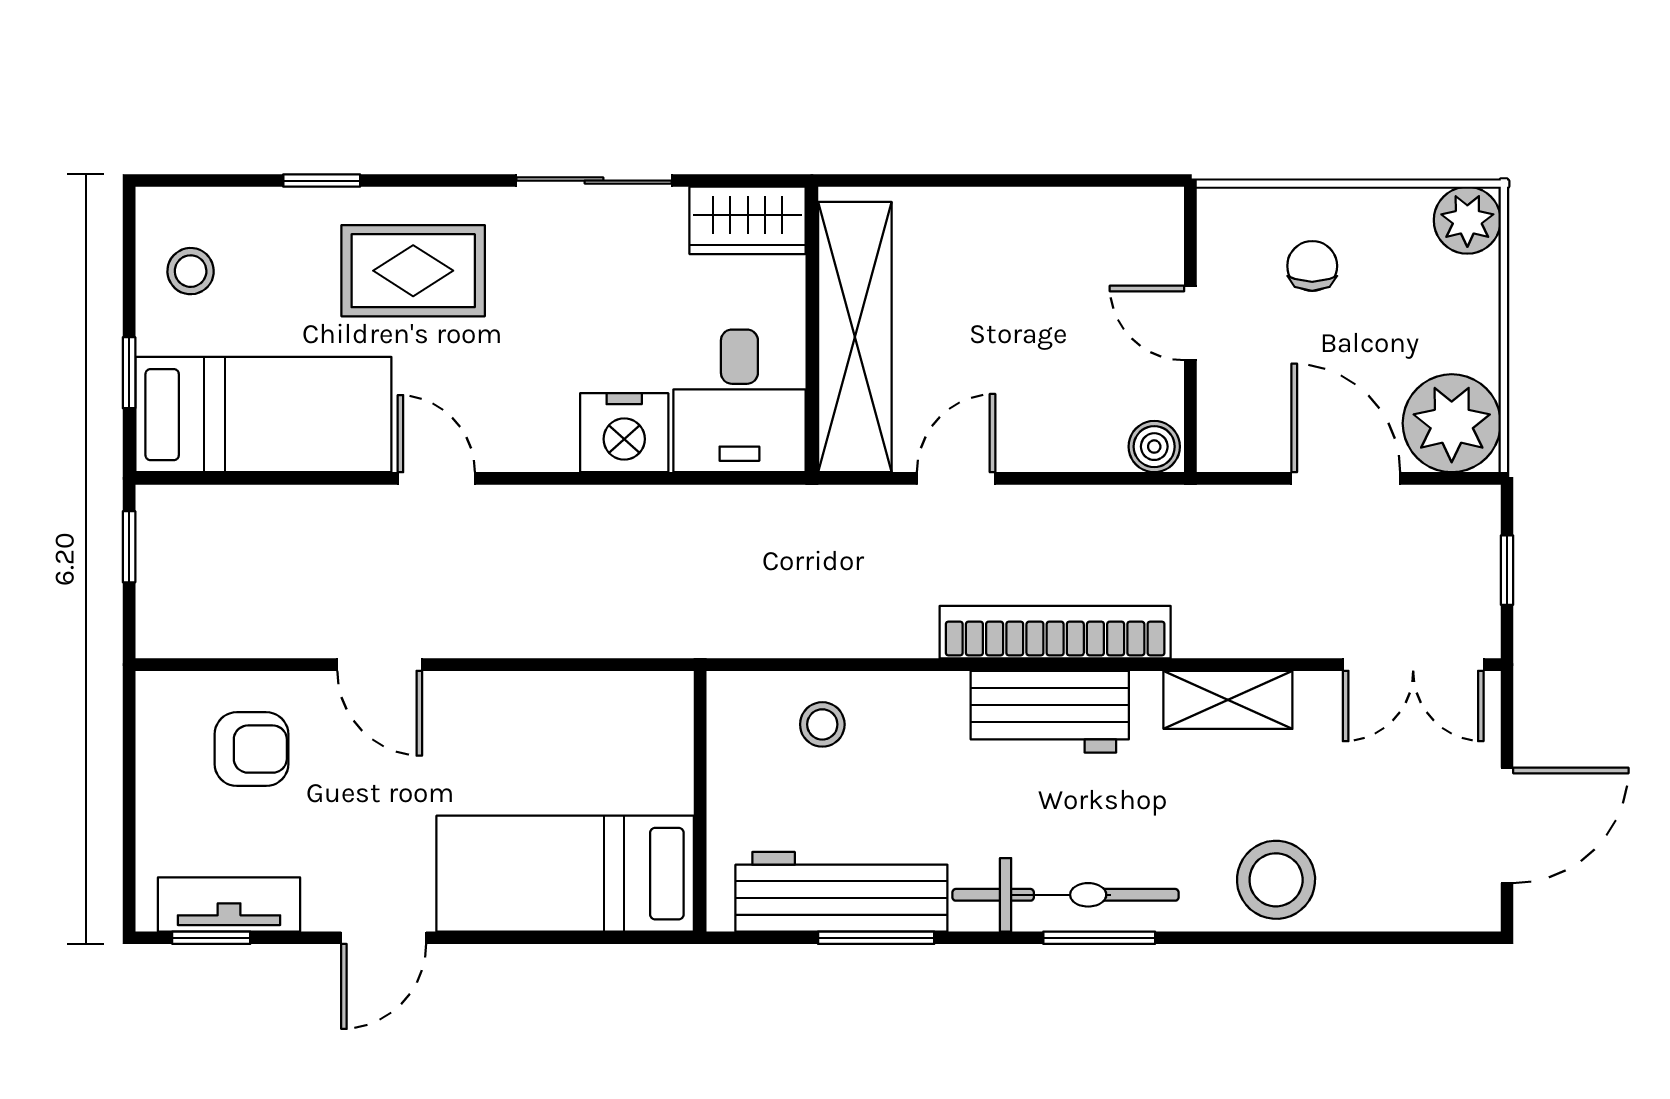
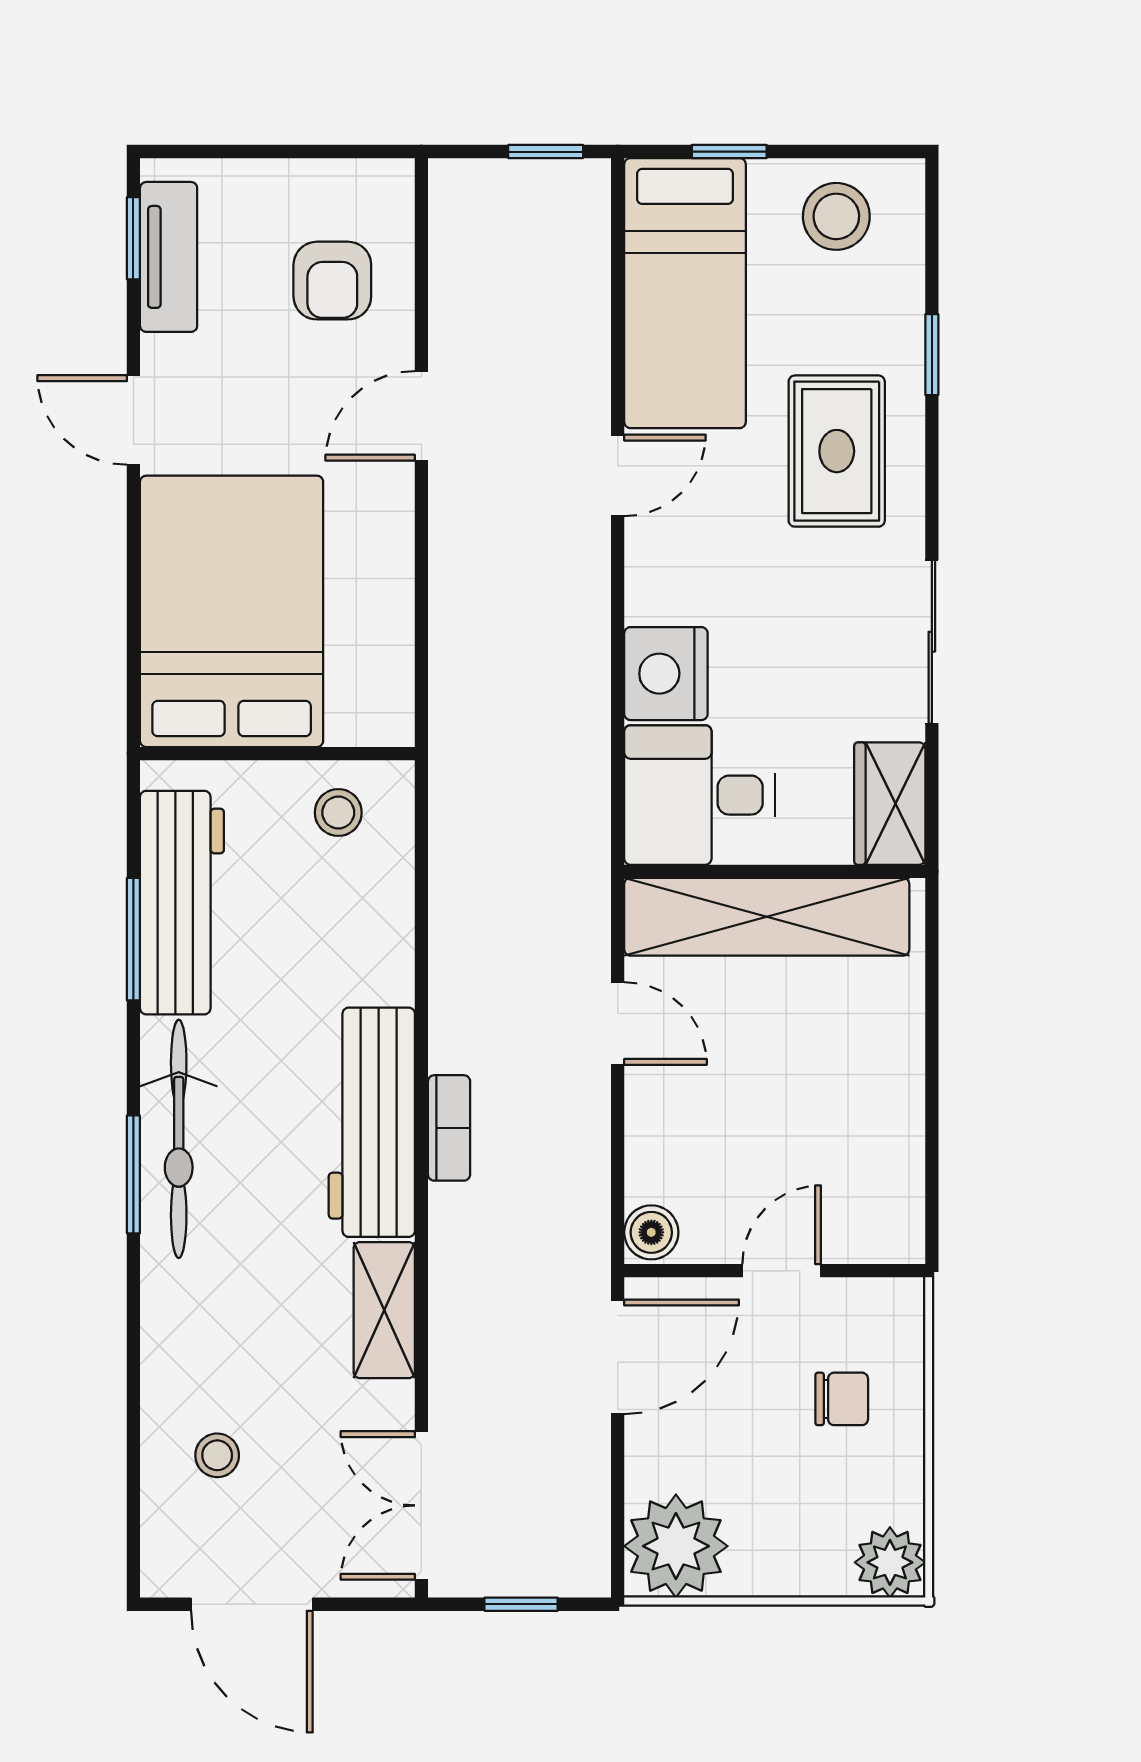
stool: (191, 271) -> (836, 216), width x1.37, depth x1.37
door: (1346, 478) -> (618, 1357), moved
bookcase: (1055, 632) -> (449, 1128), width x0.43, depth x0.76
workbench: (1050, 712) -> (372, 1122), width x1.38
stool: (822, 724) -> (338, 813), moved
bed: (565, 874) -> (232, 611), width x1.50
stool: (1276, 880) -> (217, 1455), moved, width x0.53, depth x0.53

